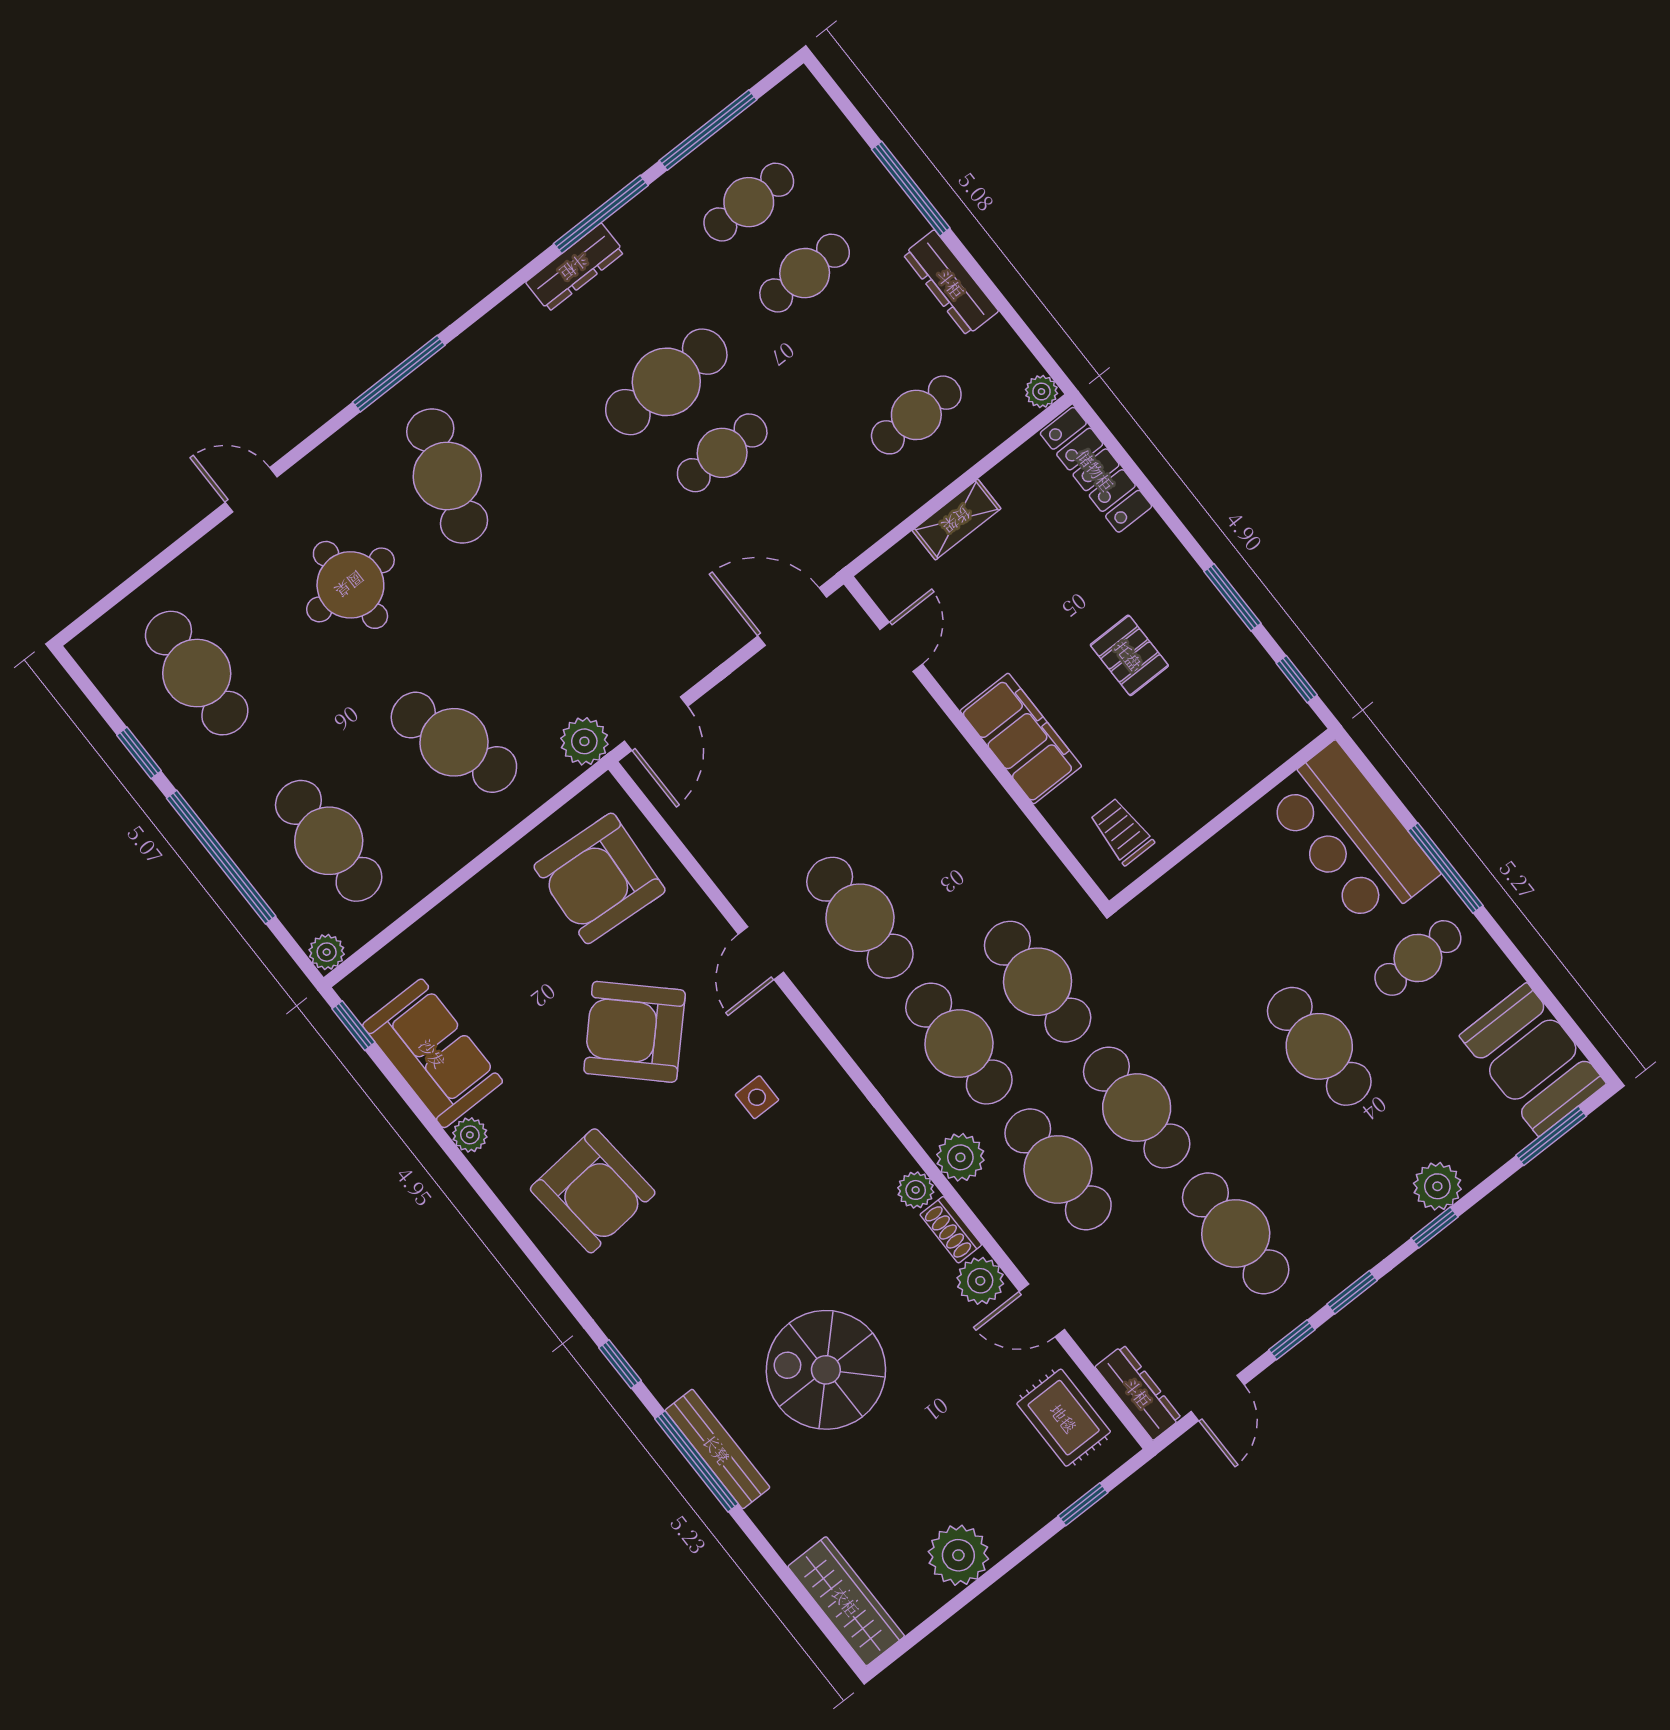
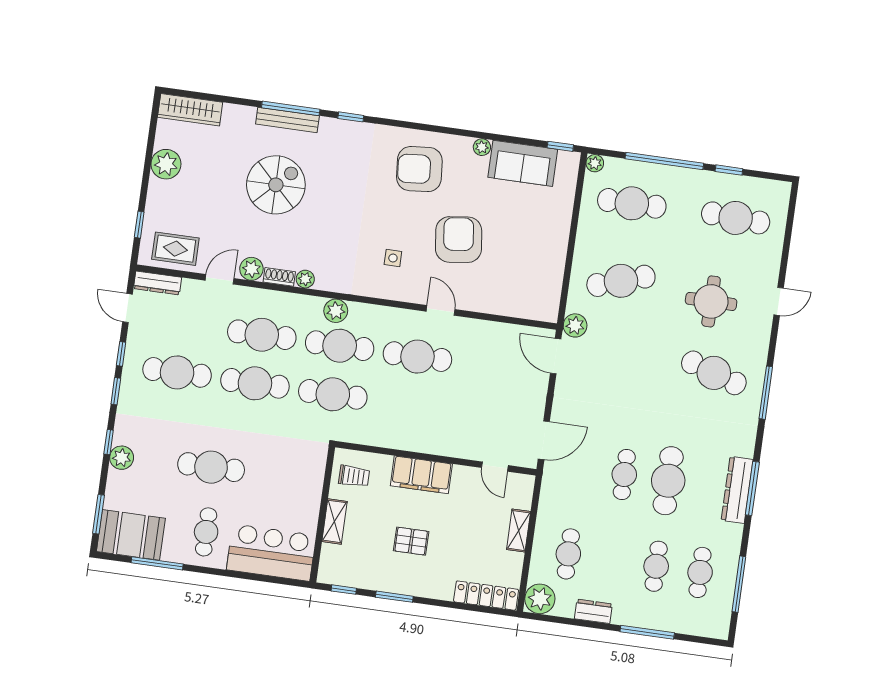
window: (601, 214) -> (752, 488), moved
dresser: (575, 267) -> (737, 490), width x1.37, depth x1.24
dresser: (951, 283) -> (593, 611), width x0.70
plant: (1041, 391) -> (540, 599), width x1.87, depth x1.87
shelving: (1214, 792) -> (334, 521), added
window: (1445, 868) -> (157, 563), moved
armchair: (600, 878) -> (523, 282), removed
armchair: (635, 1032) -> (459, 240), turned -51
plant: (960, 1157) -> (336, 311), moved

